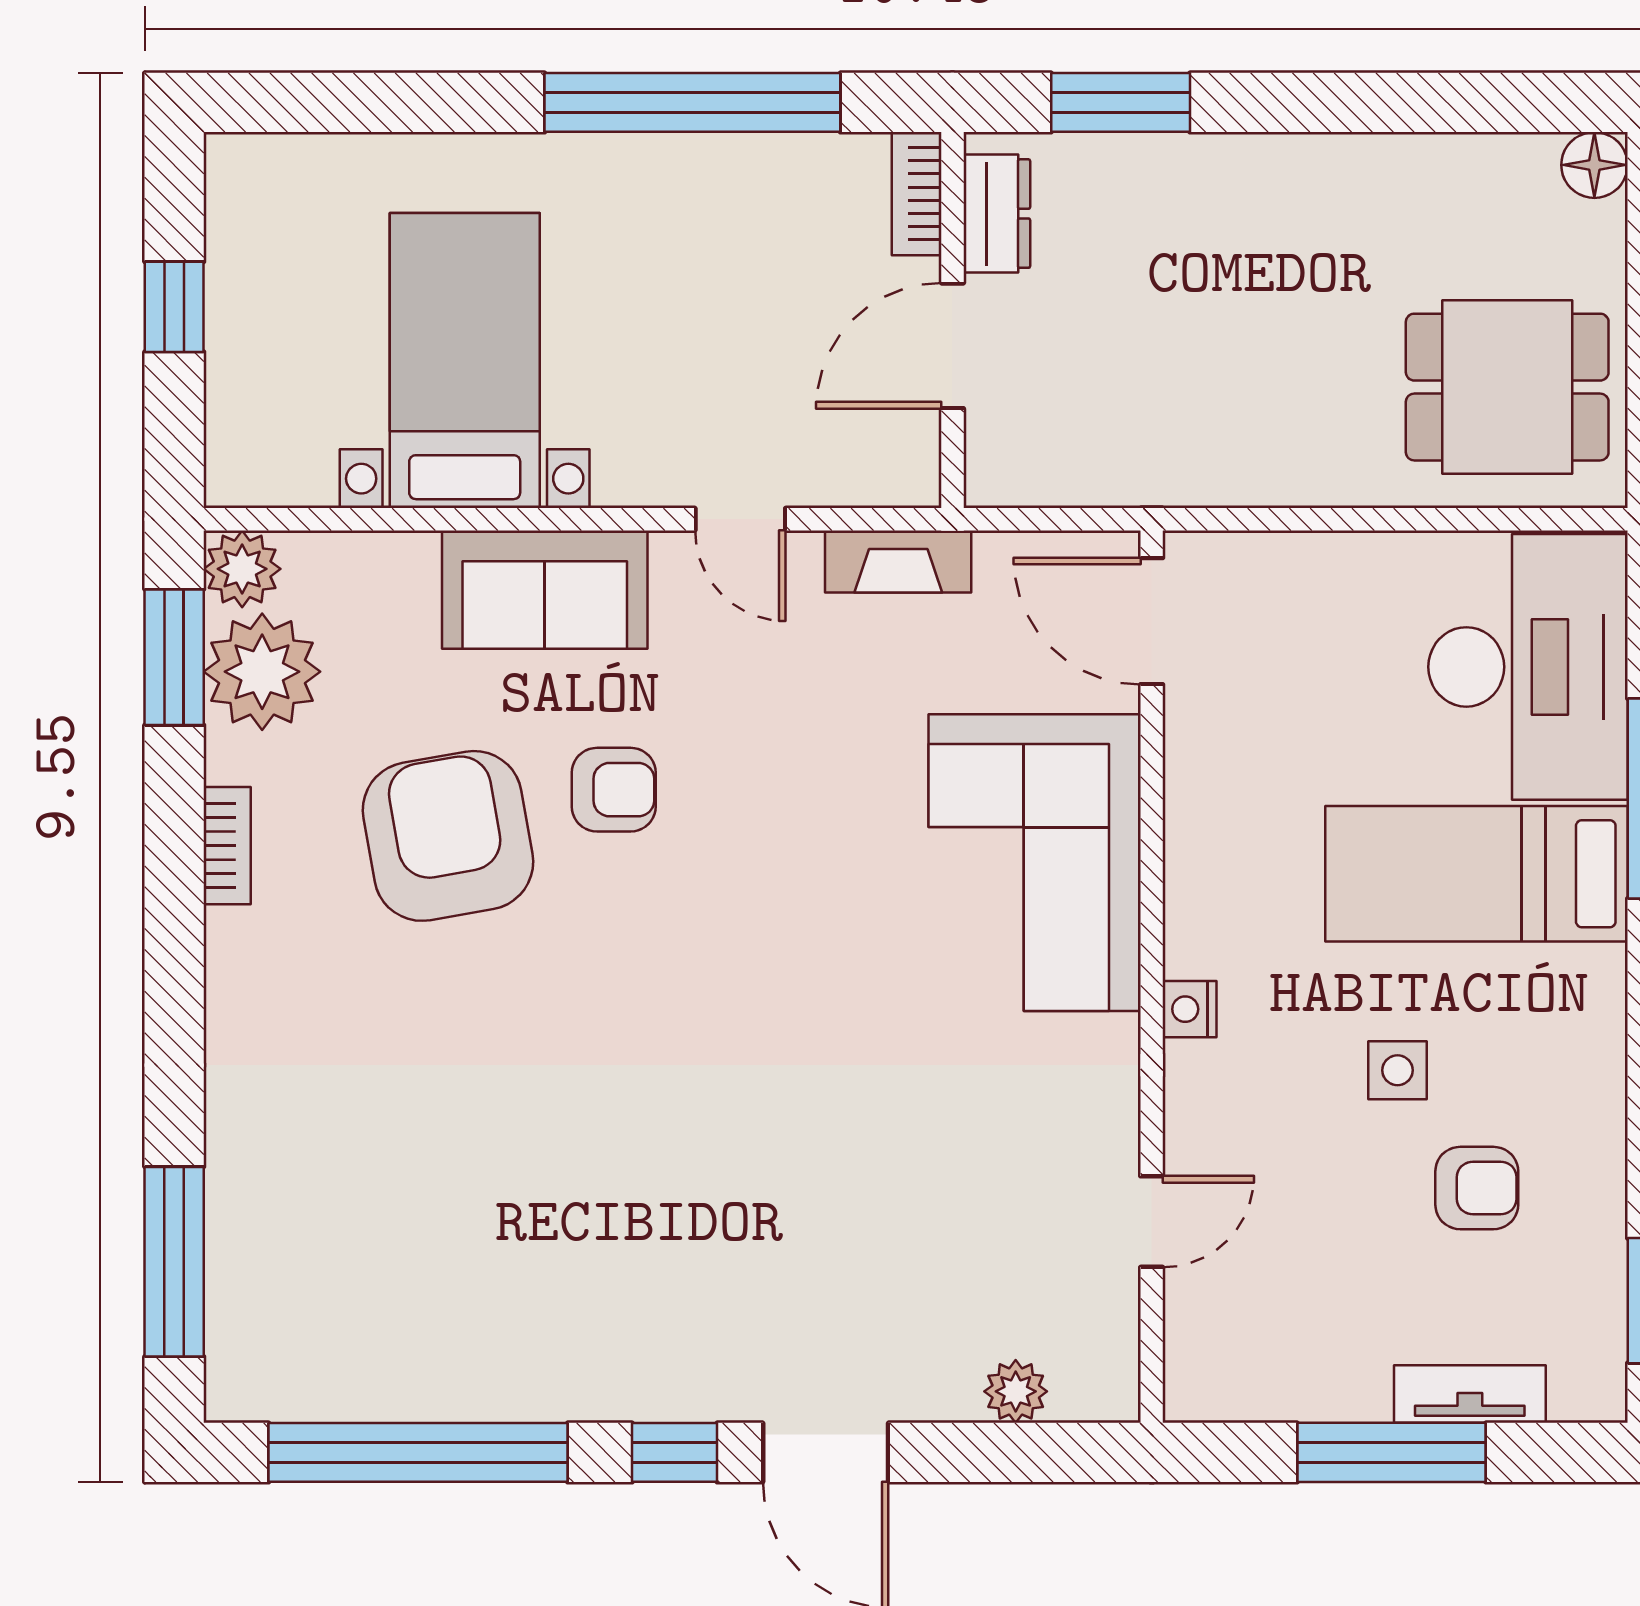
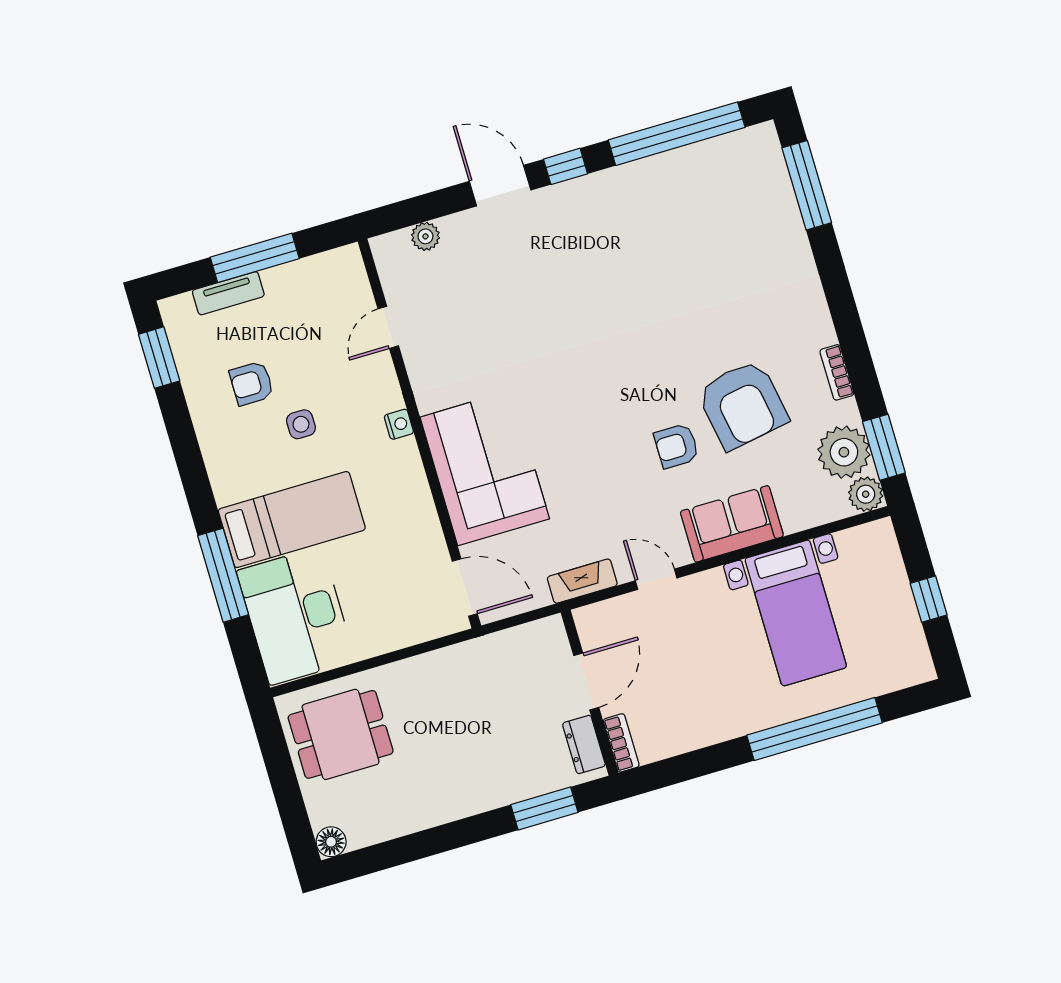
window: (692, 102) -> (815, 729), moved

